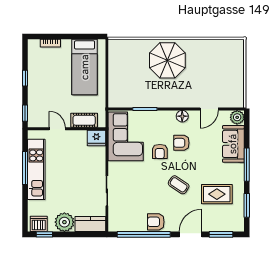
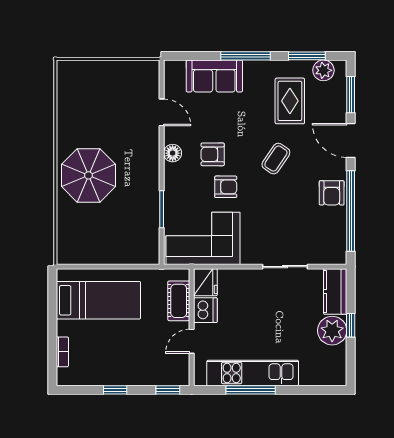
plant: (237, 117) -> (323, 70), moved
armchair: (181, 143) -> (213, 154), turned 90
dishwasher: (39, 224) -> (205, 310), moved, turned 180
window: (44, 234) -> (351, 325), moved

